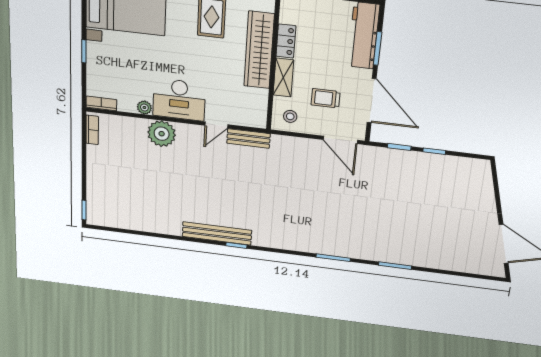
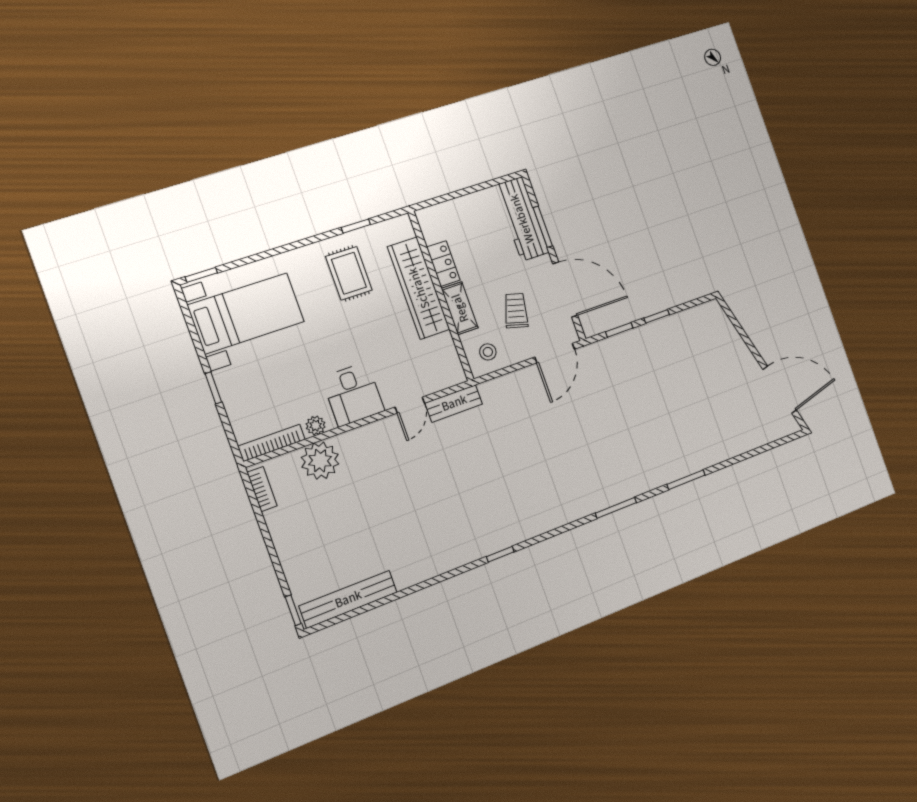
trolley: (326, 98) -> (516, 311), turned 105
desk: (179, 100) -> (353, 394), width x0.73
bookcase: (101, 103) -> (272, 443), width x1.56
plant: (162, 134) -> (320, 461), moved
door: (340, 140) -> (555, 353), hinge flipped
bench: (217, 233) -> (348, 599), moved

